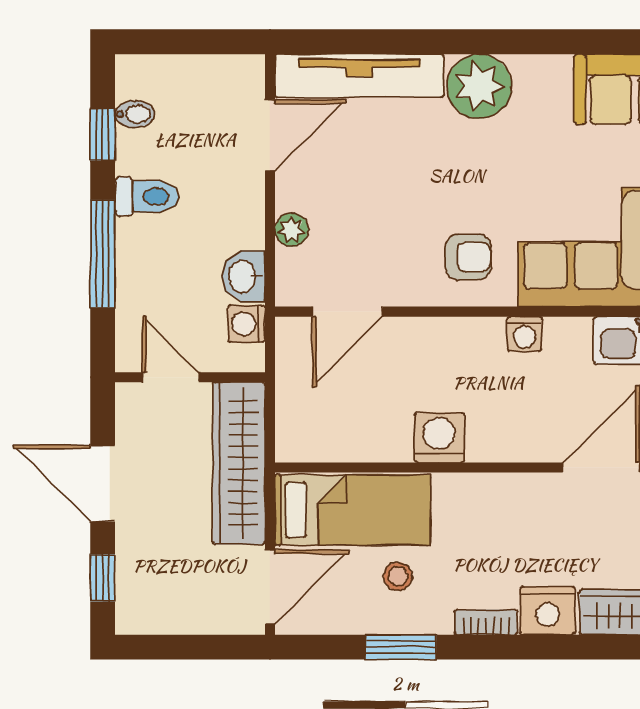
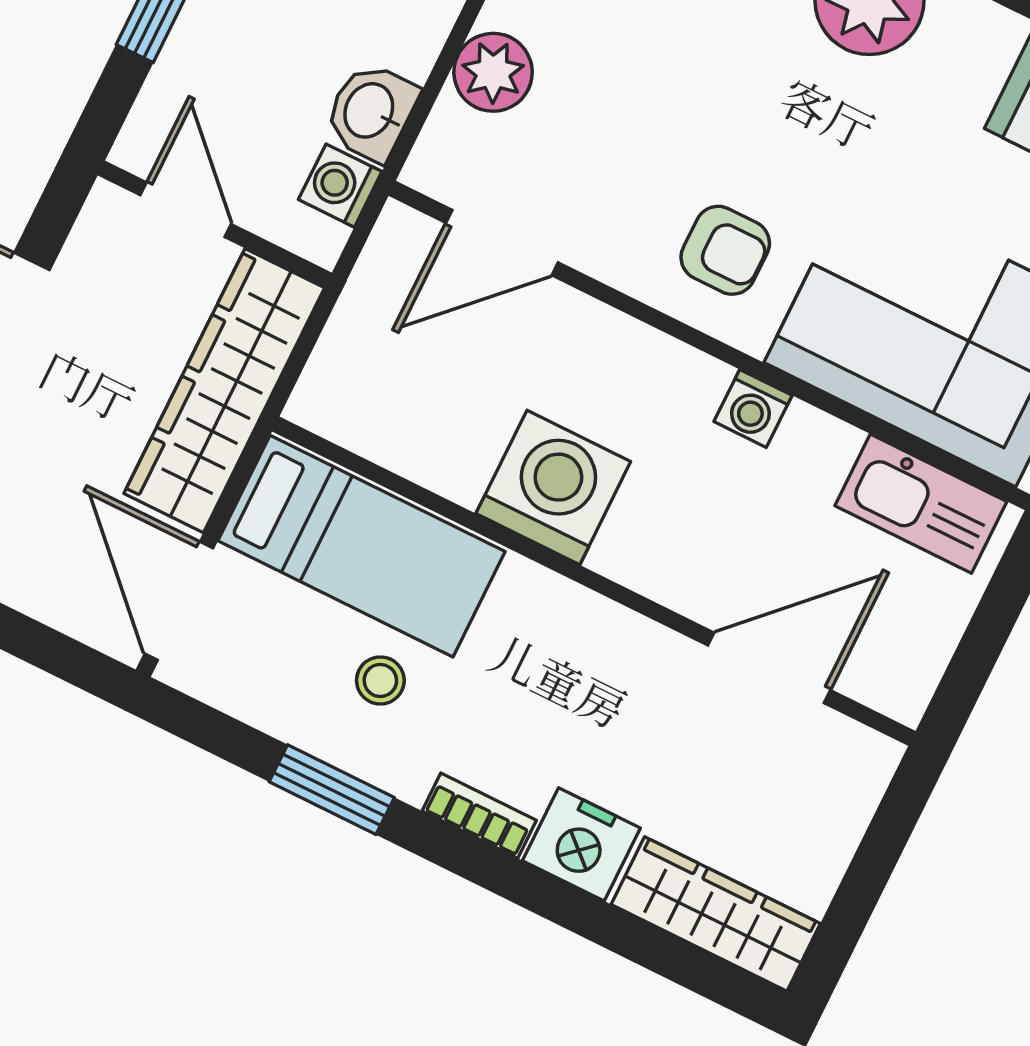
plant: (292, 230) -> (493, 72), width x1.38, depth x1.38
washing machine: (439, 438) -> (553, 487), width x1.37, depth x1.37
door: (270, 587) -> (179, 601), swing flipped

